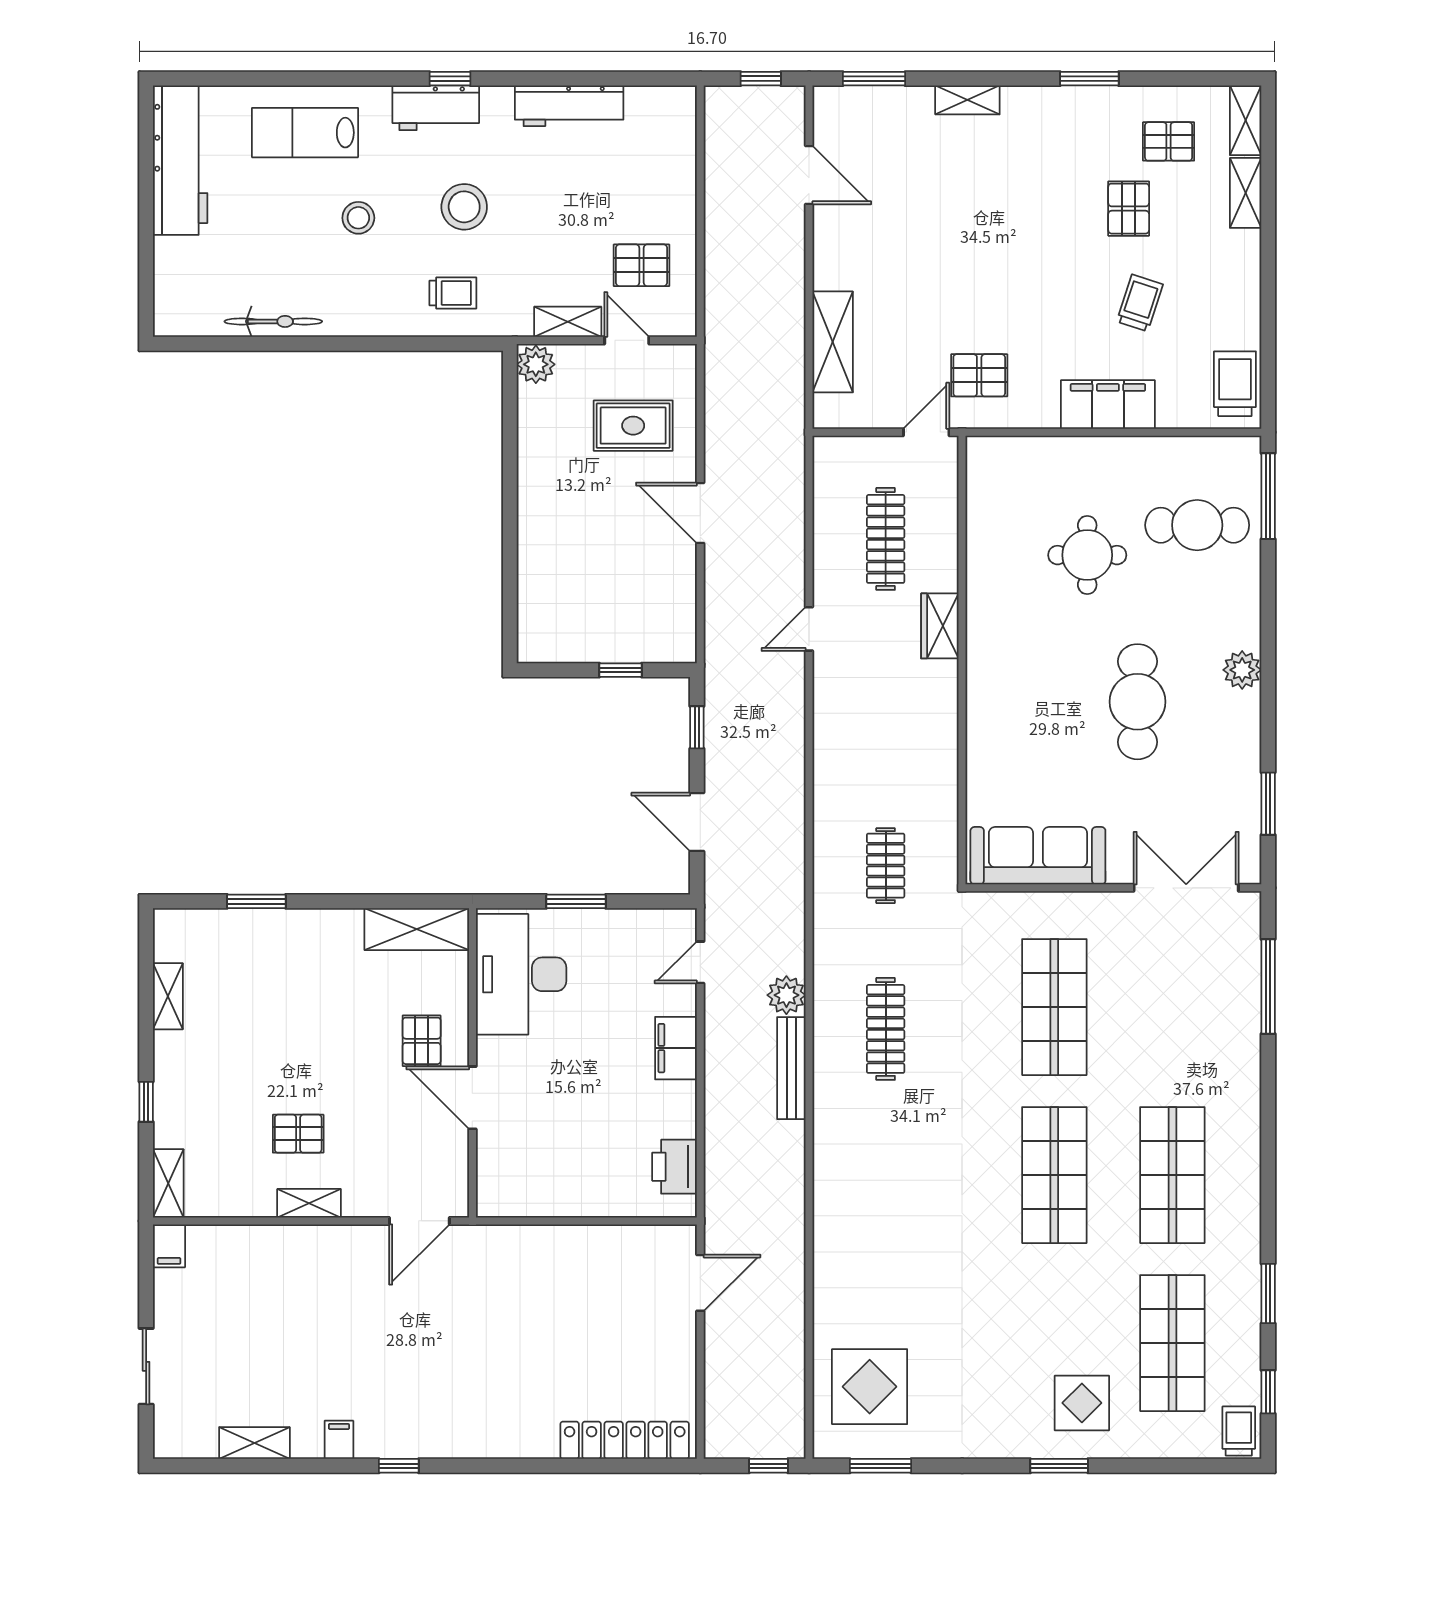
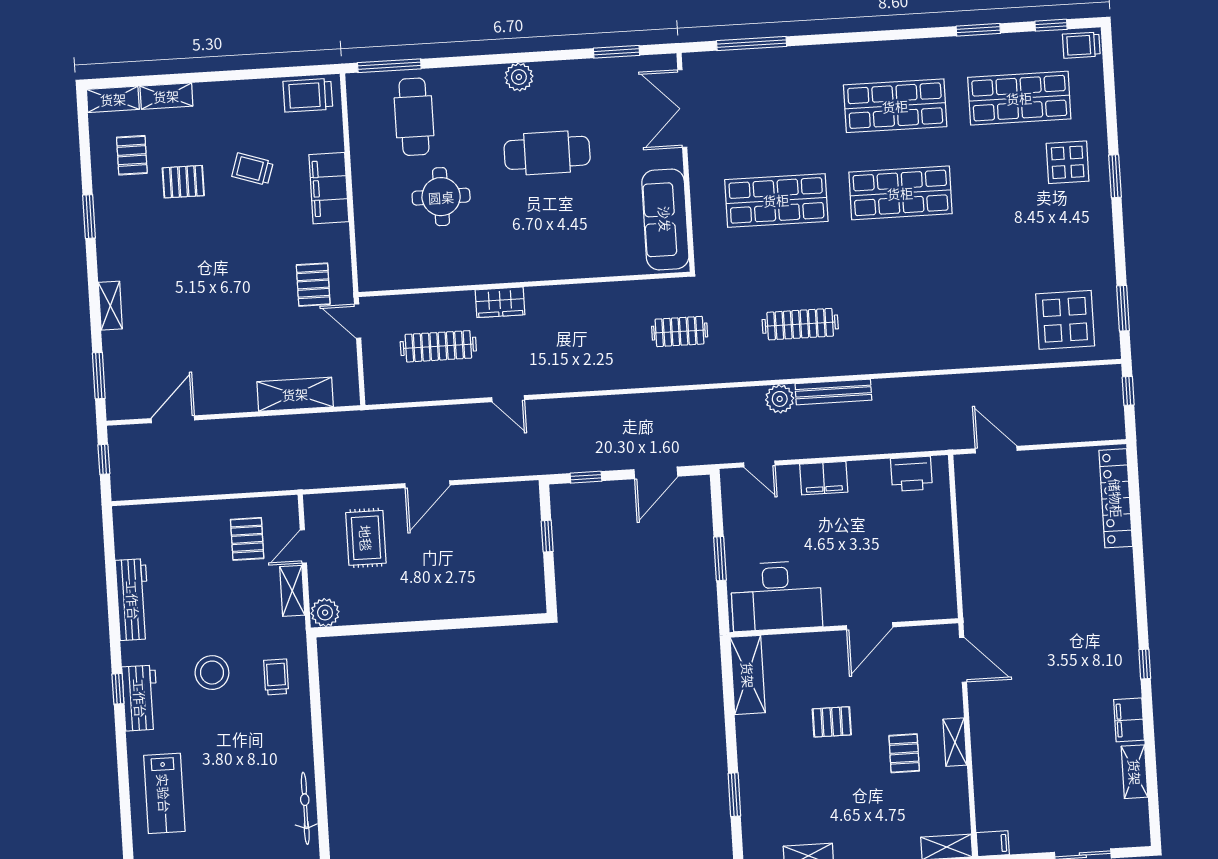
stool: (358, 218) -> (225, 750), removed
pallet: (422, 1041) -> (832, 722), moved
filing cabinet: (339, 1440) -> (1129, 720), width x2.00

